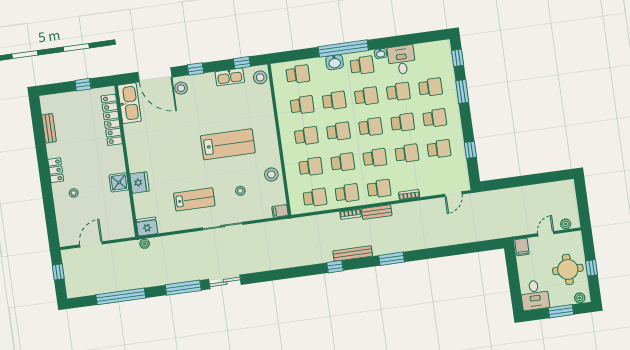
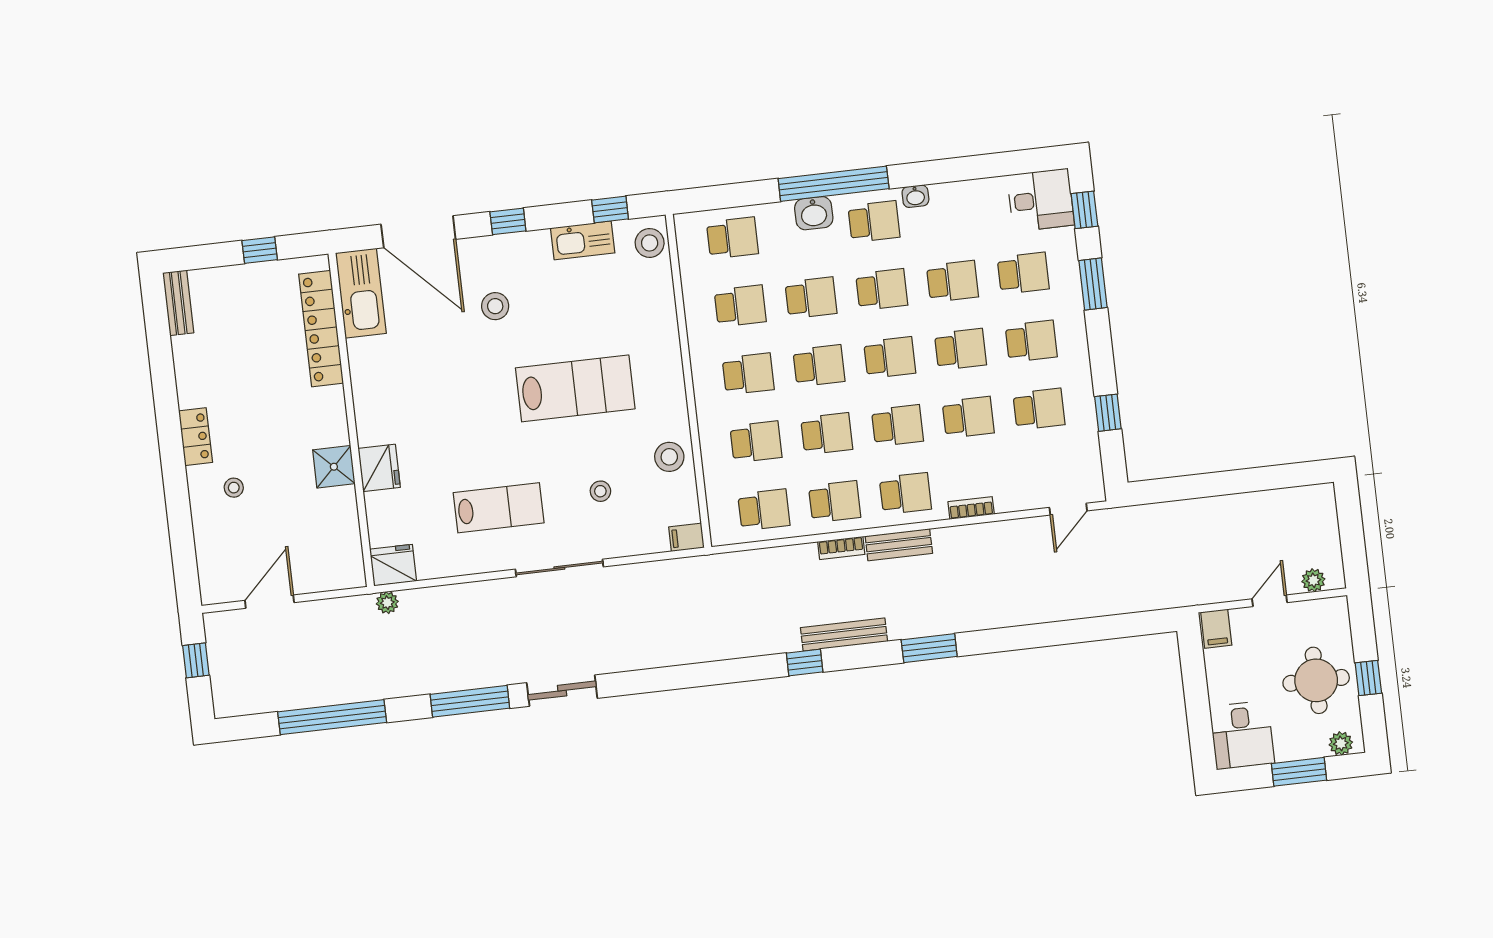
desk: (402, 60) -> (1041, 200), moved, turned 90
stool: (181, 88) -> (495, 306), moved
bench: (49, 128) -> (178, 303), moved

